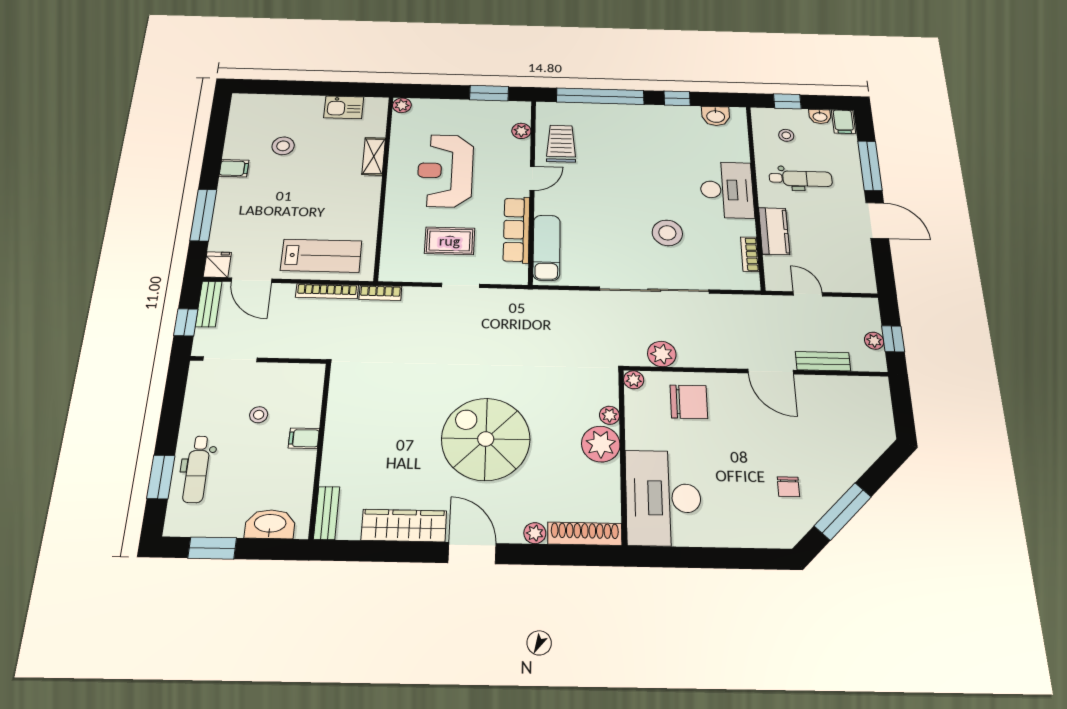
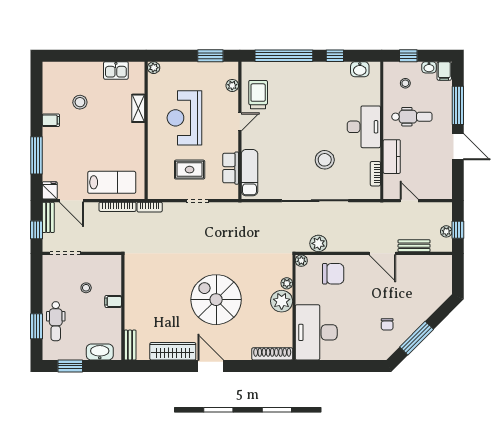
row of seats: (516, 230) -> (231, 168), width x0.68
plant: (535, 533) -> (245, 354), removed

